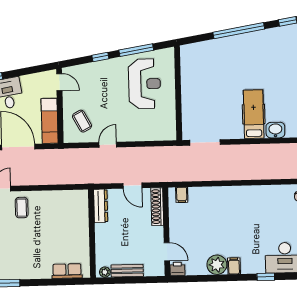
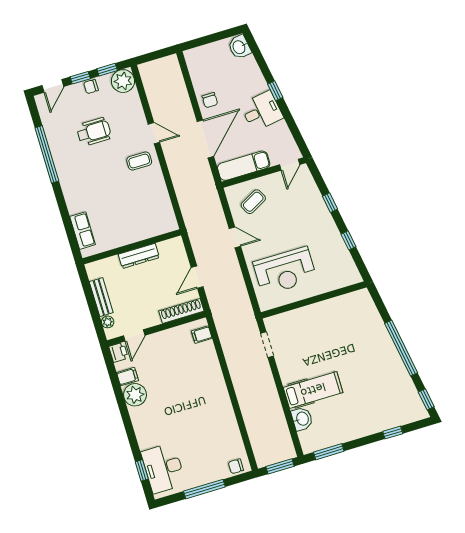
window: (136, 50) -> (348, 240), width x0.46
reception desk: (145, 84) -> (285, 271), moved
doorway: (205, 142) -> (267, 345), width x0.73
dresser: (101, 206) -> (139, 256), moved
filing cabinet: (234, 266) -> (128, 377), moved
plant: (105, 272) -> (108, 322), moved
window: (266, 277) -> (142, 470), moved

